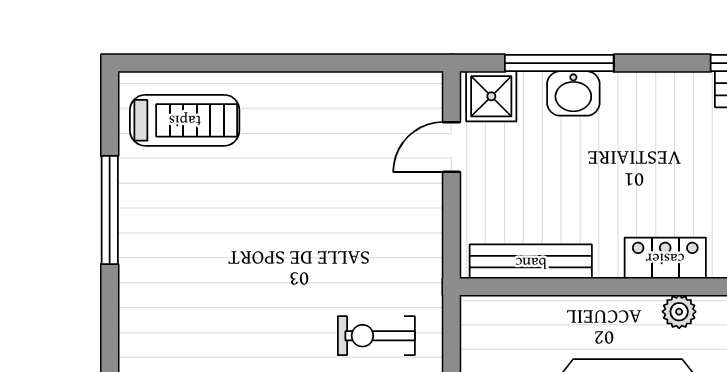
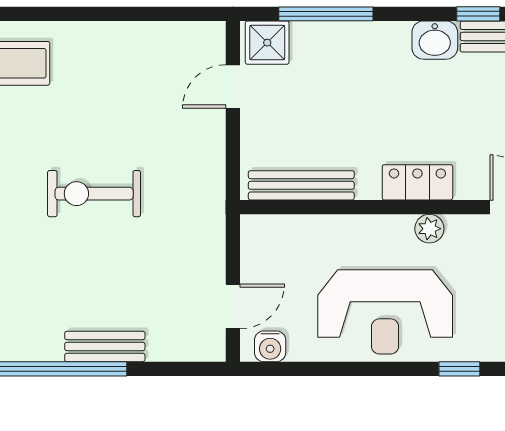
washbasin: (573, 93) -> (435, 40), moved
exercise bike: (376, 336) -> (94, 194), moved, width x1.38, depth x1.39

